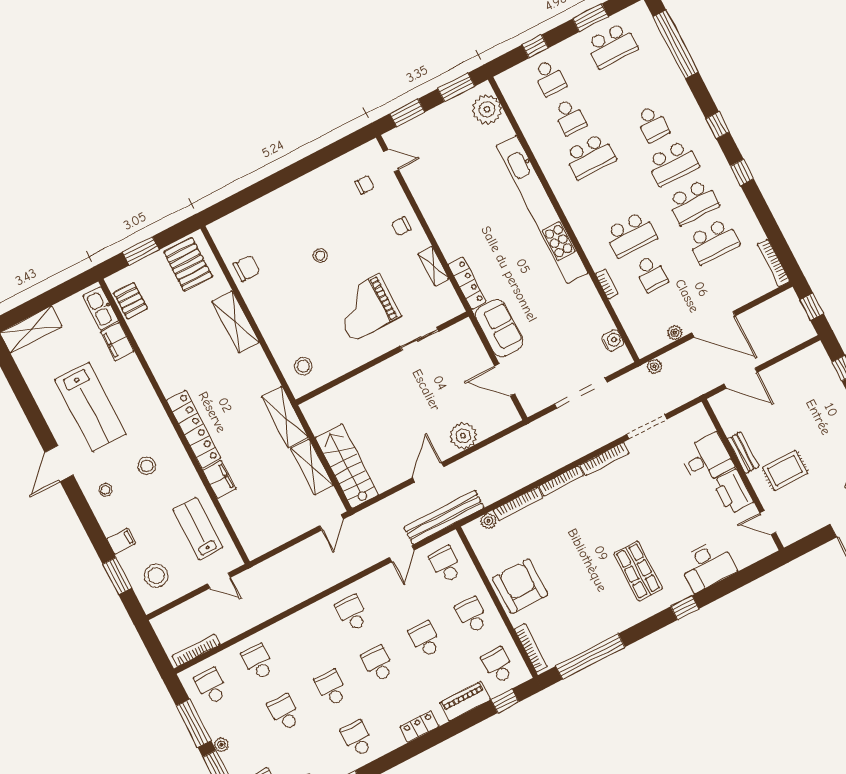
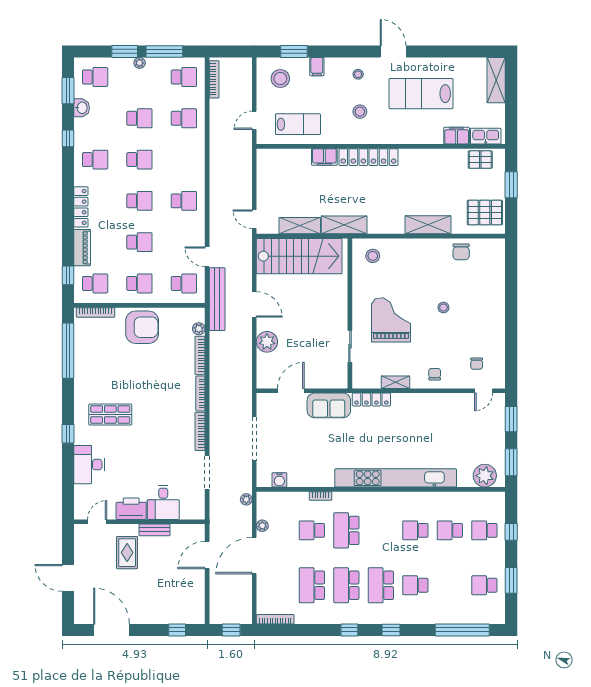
school desk: (612, 45) -> (484, 585), width x0.54
school desk: (590, 156) -> (415, 530), width x0.54
stairs: (347, 466) -> (299, 256), width x1.36, depth x1.51
locker: (420, 727) -> (81, 207), width x1.53

